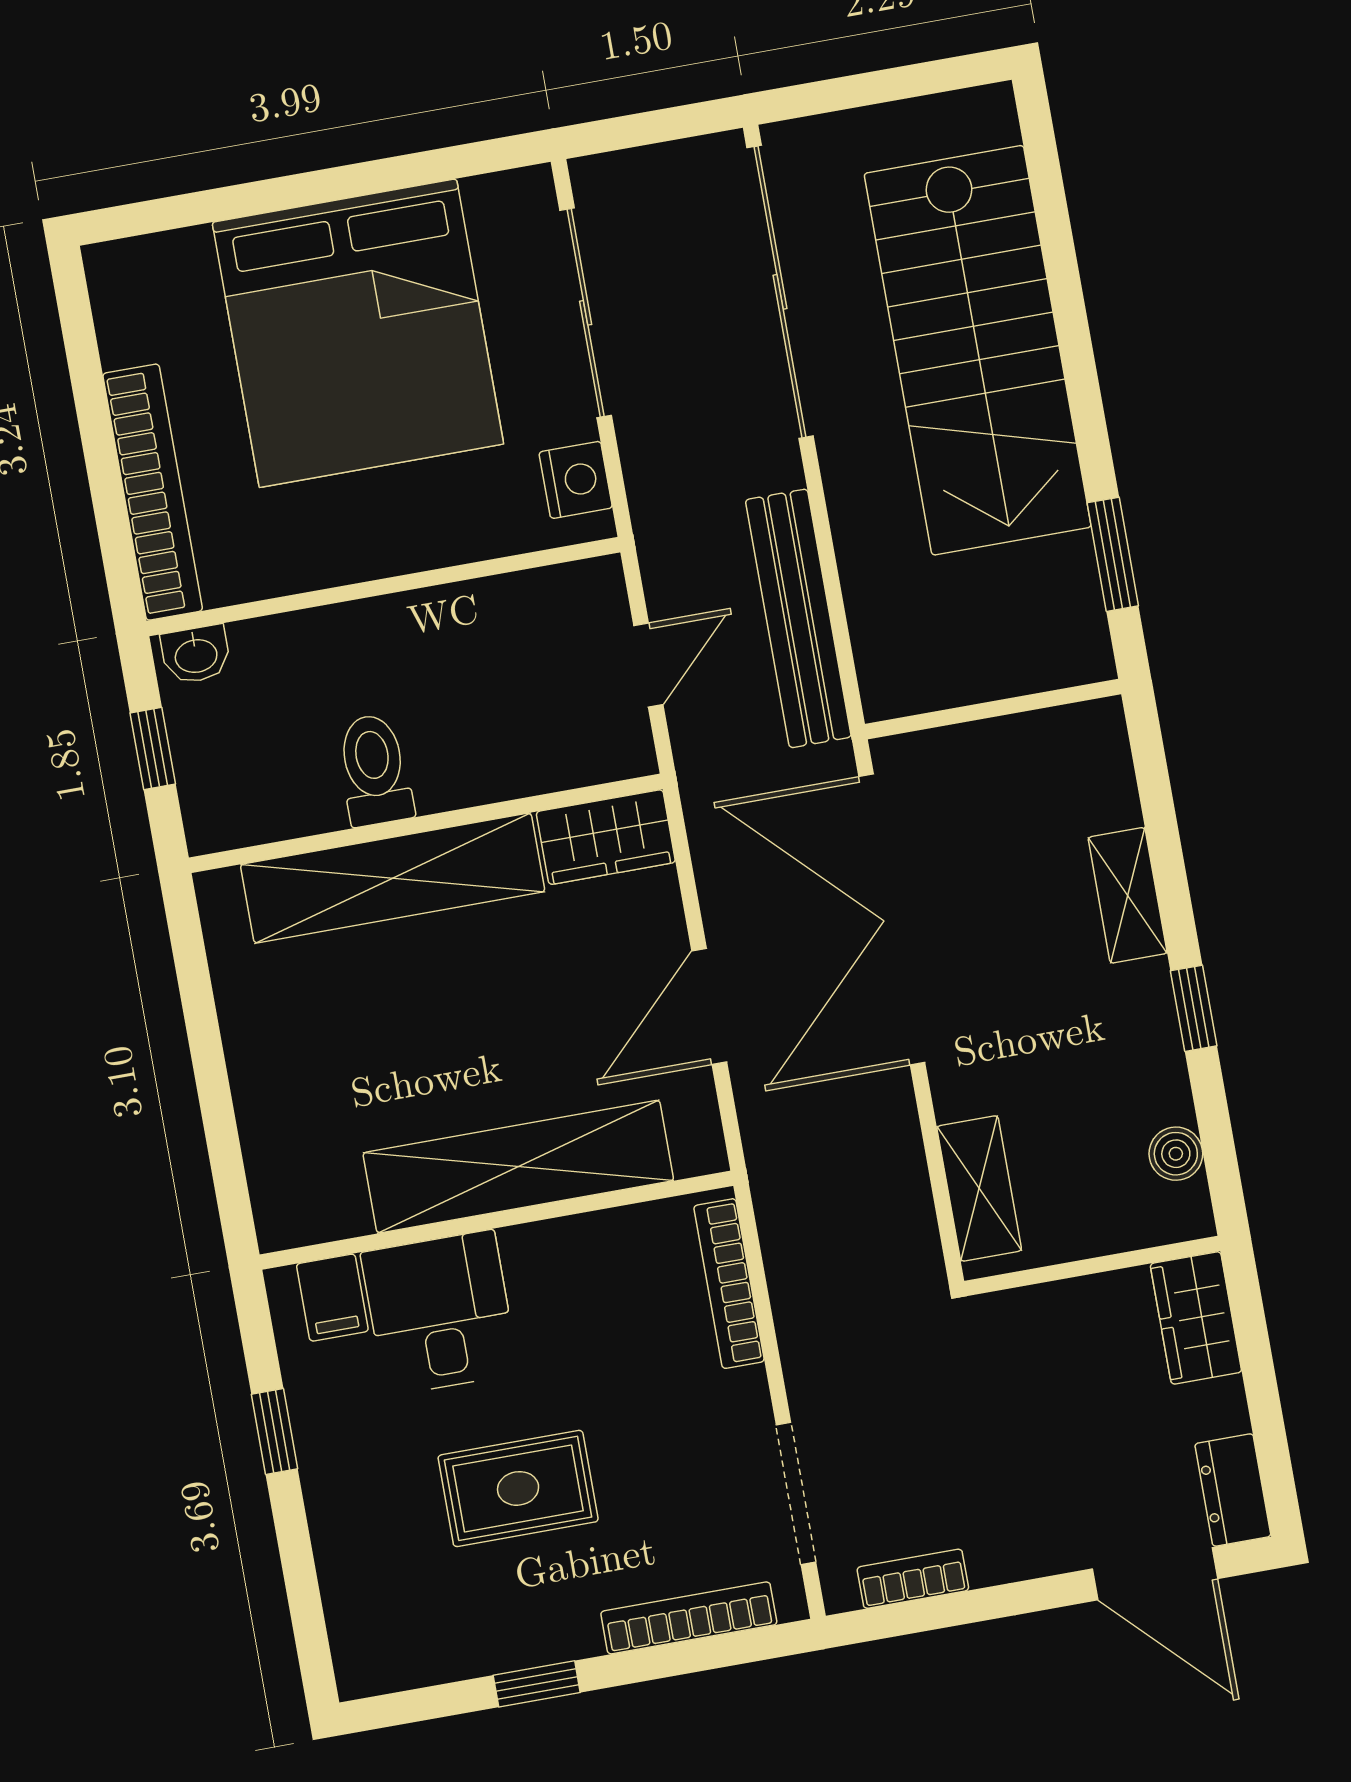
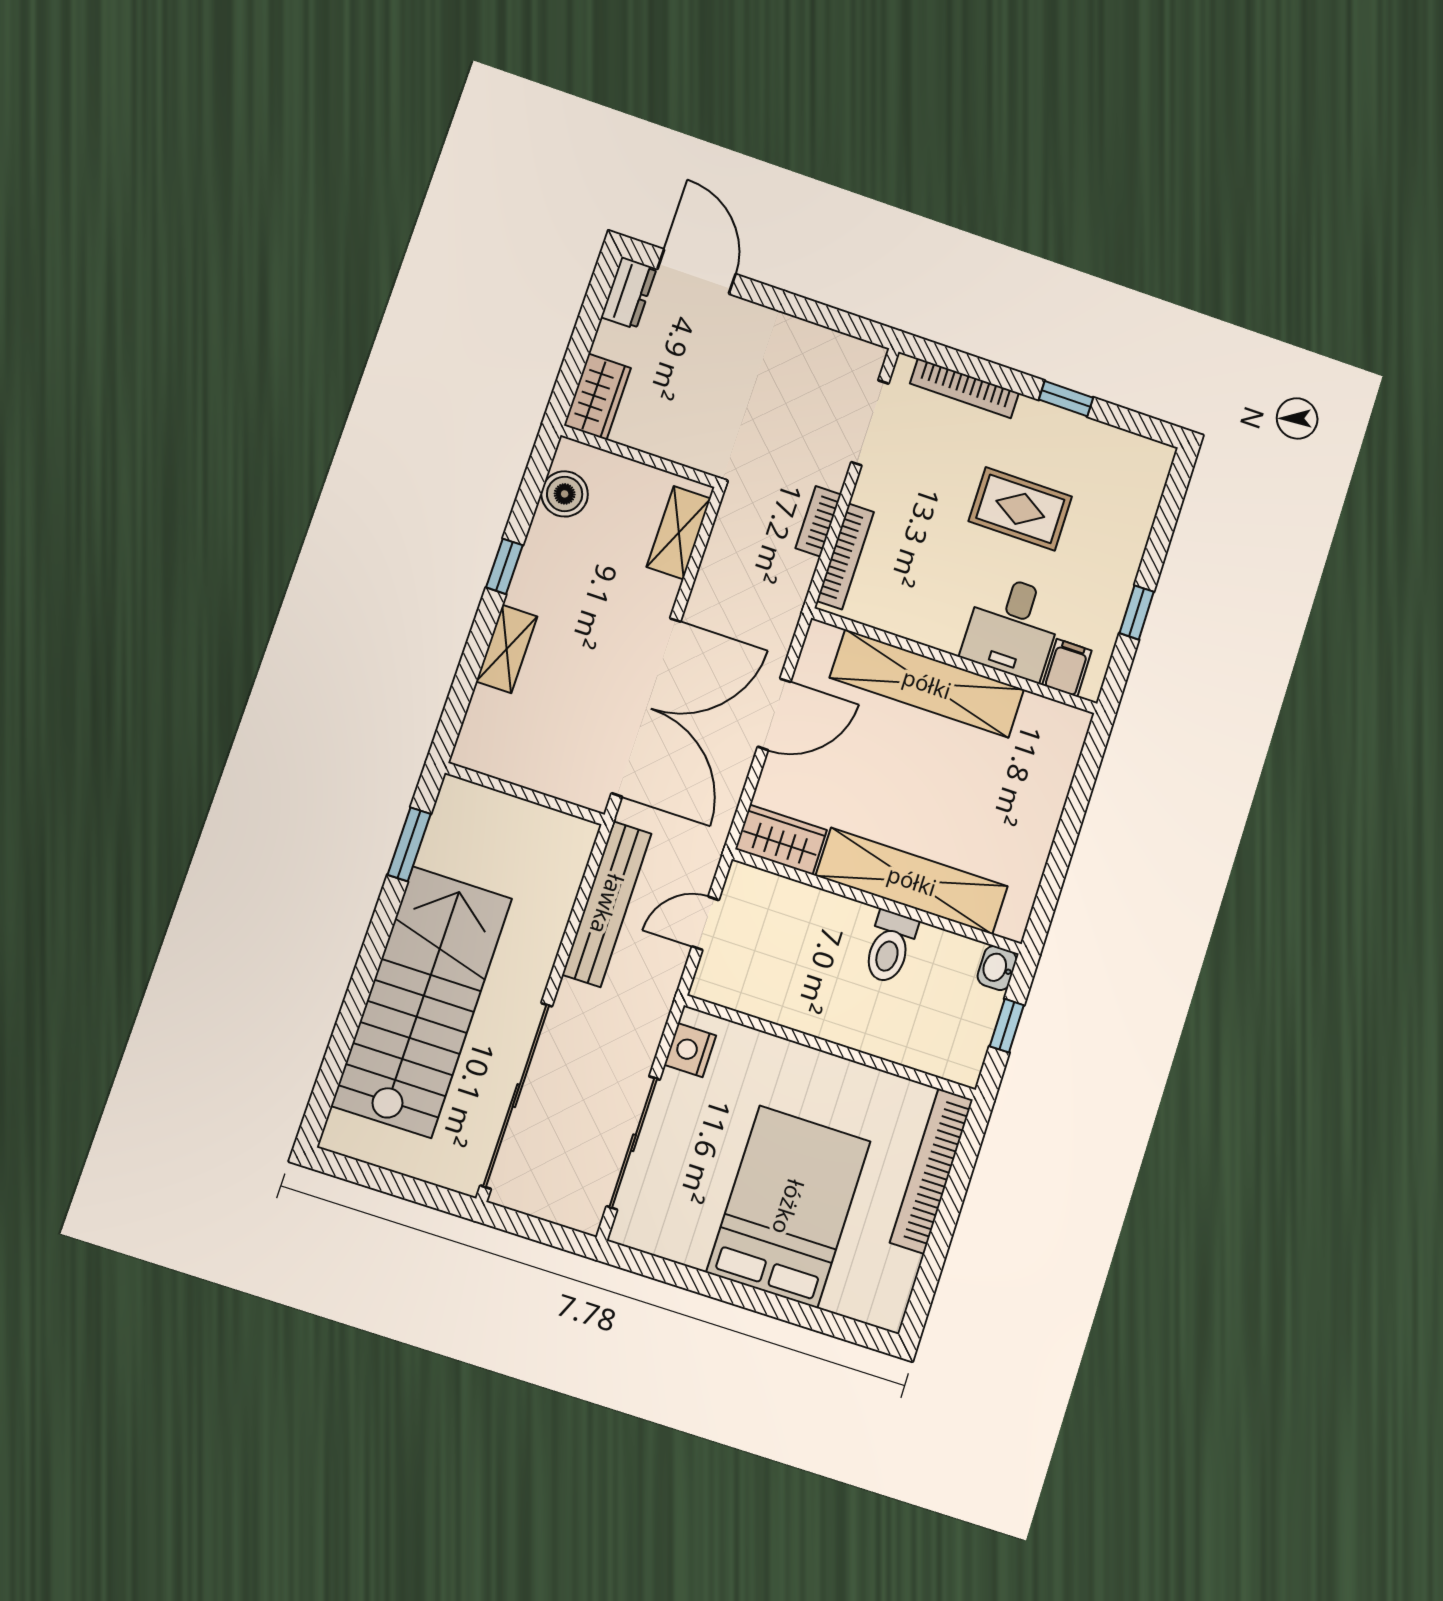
bed: (358, 333) -> (788, 1207), width x0.73
washbasin: (196, 655) -> (997, 968), moved, turned -90
boiler: (1176, 1154) -> (565, 494), width x1.36, depth x1.36
bookcase: (913, 1579) -> (818, 521), moved, turned 90

